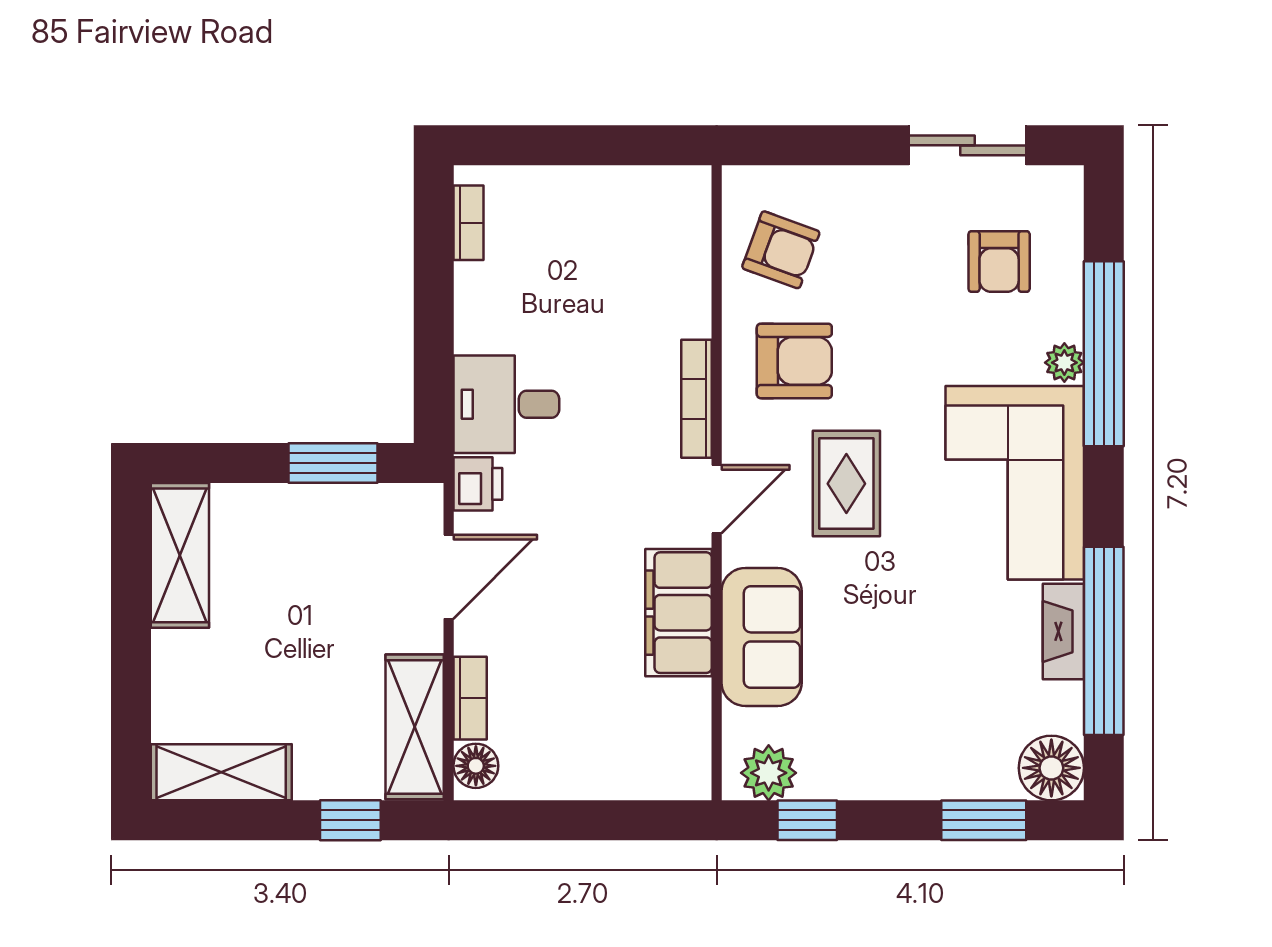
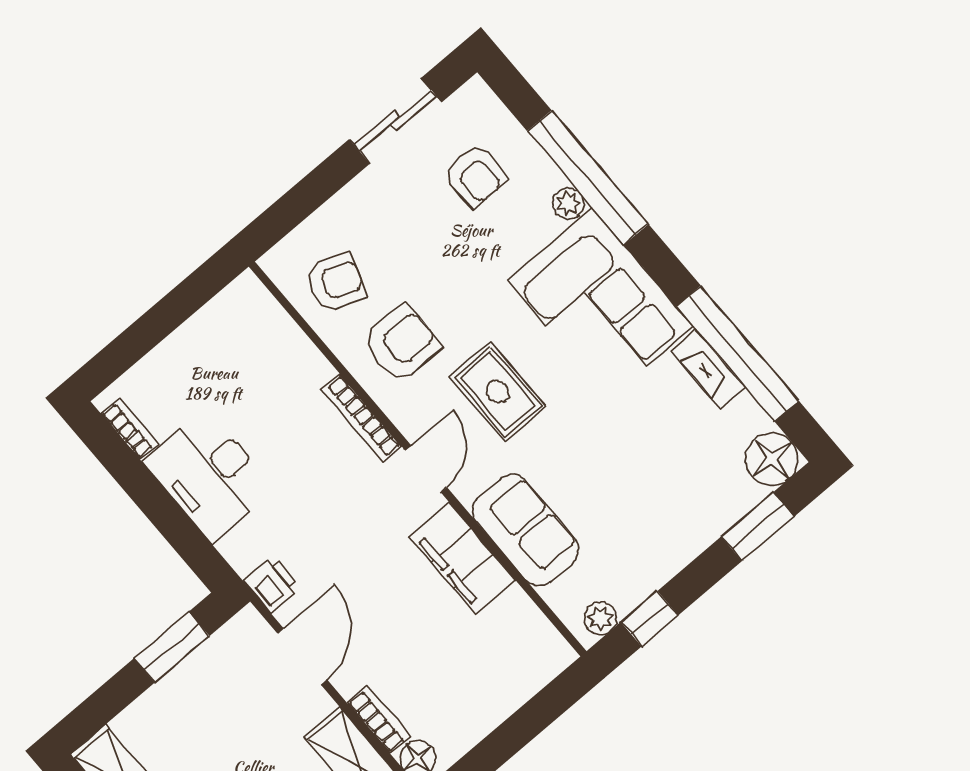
desk: (506, 404) -> (209, 476), moved, width x1.37
plant: (769, 773) -> (600, 618), width x0.73, depth x0.73

